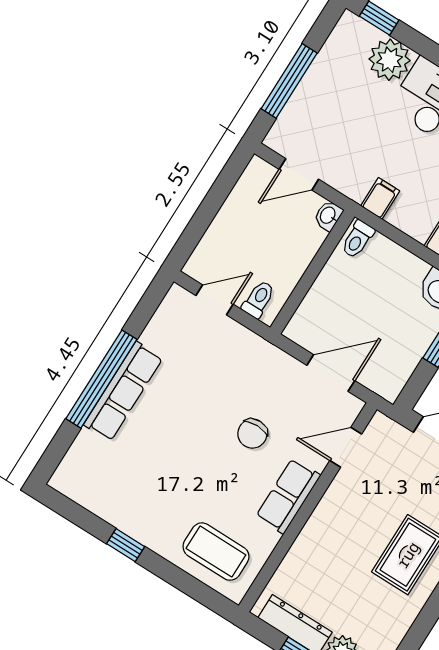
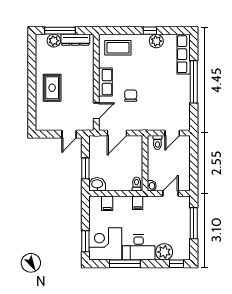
row of seats: (123, 391) -> (184, 54), moved
plant: (126, 515) -> (156, 41), added

